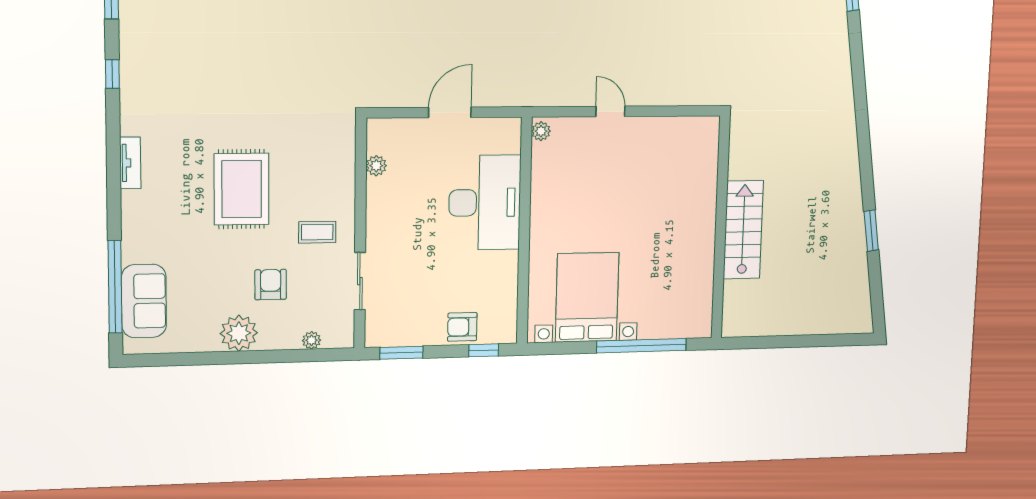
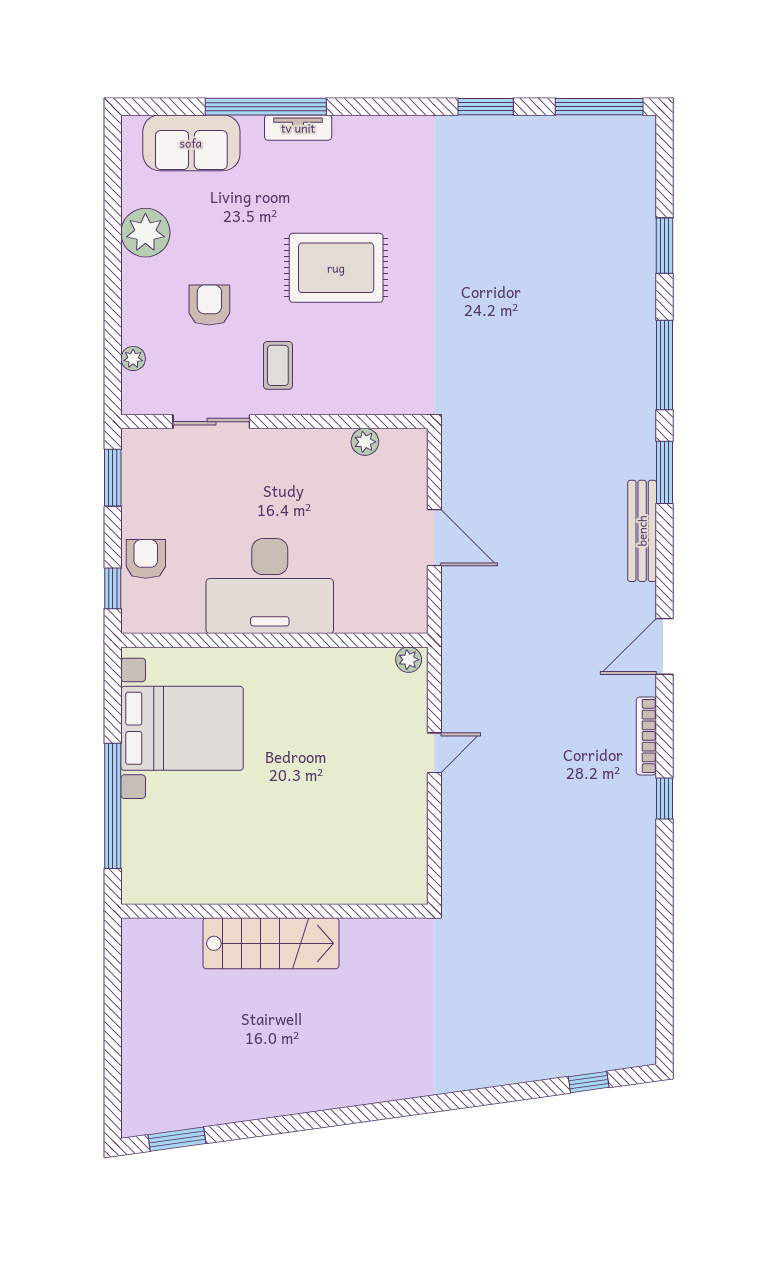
window: (112, 74) -> (486, 107), width x1.50
tv unit: (130, 163) -> (298, 128), moved
desk: (485, 203) -> (270, 586), moved
window: (871, 231) -> (177, 1139), moved
armchair: (271, 285) -> (209, 305), turned -90
window: (115, 287) -> (266, 107), moved
plant: (239, 333) -> (145, 233), moved

